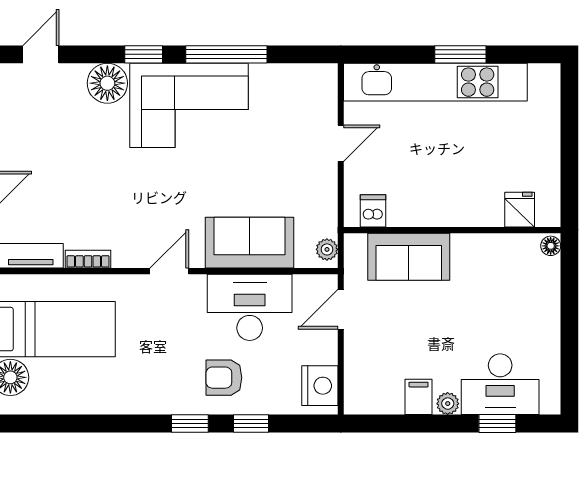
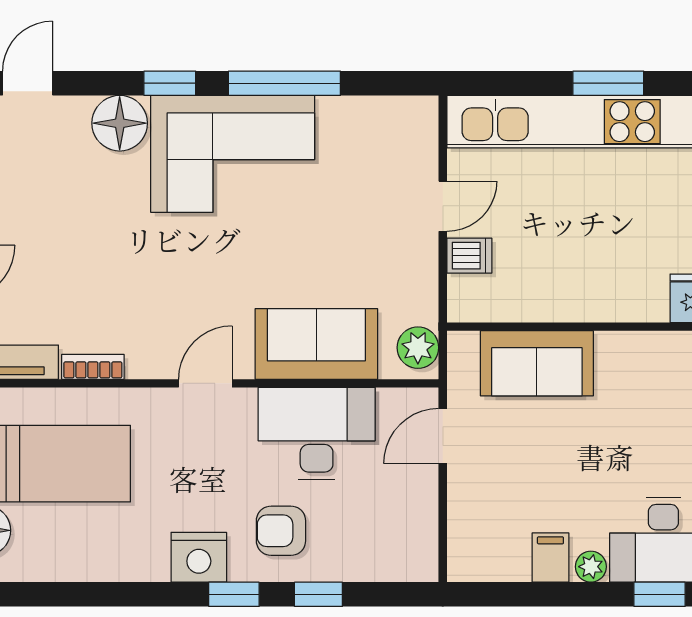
dishwasher: (373, 211) -> (469, 256), moved, turned 90
plant: (327, 249) -> (418, 348), width x1.38, depth x1.38
nightstand: (320, 386) -> (199, 557), moved, turned 90

